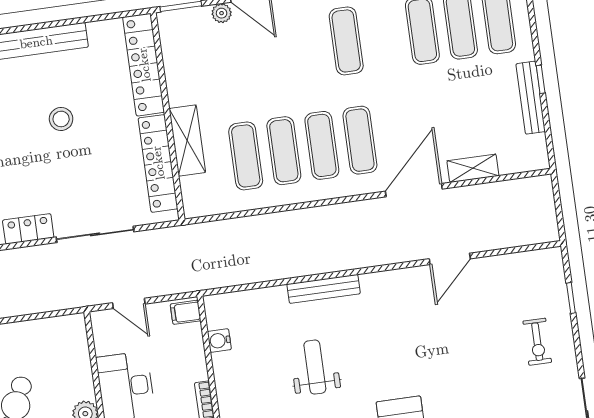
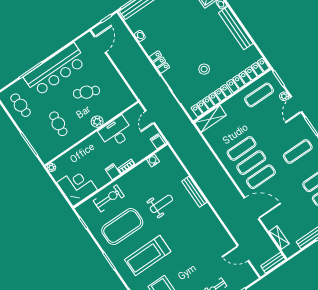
stool: (61, 119) -> (204, 69), moved
shelving: (187, 141) -> (210, 119), moved
exercise mat: (246, 156) -> (259, 95), moved
shelving: (473, 168) -> (279, 238), moved
bench: (545, 202) -> (273, 263), added
door: (450, 259) -> (243, 253), moved

